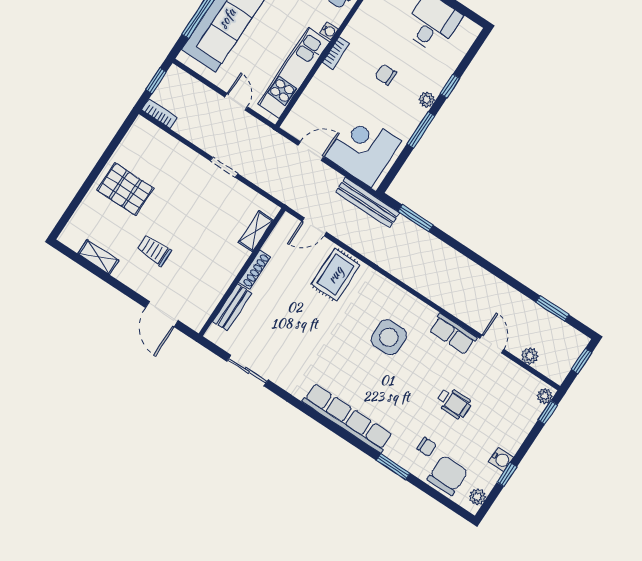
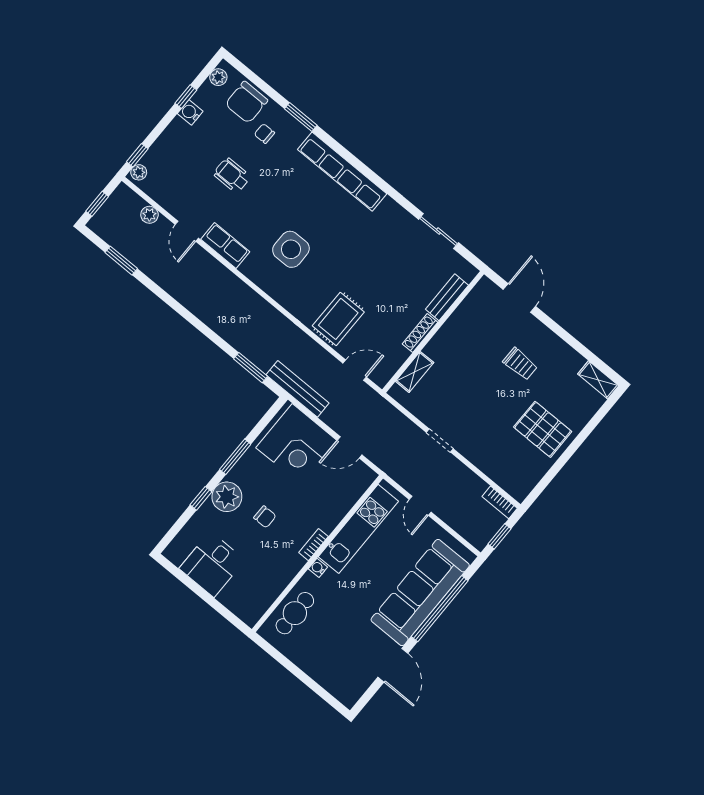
plant: (427, 100) -> (227, 497), width x1.88, depth x1.88
shelving: (98, 257) -> (598, 380), moved

